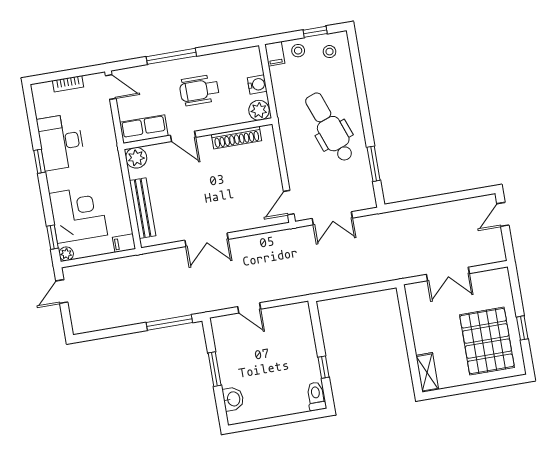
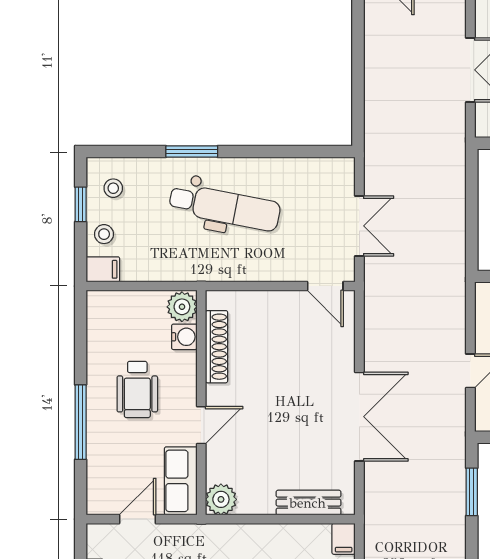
water cooler: (257, 84) -> (184, 337), moved, turned 90
door: (111, 87) -> (138, 519), moved
dental chair: (330, 127) -> (225, 207), turned -149
window: (374, 164) -> (192, 152), moved
bench: (143, 208) -> (308, 503), width x0.73
double door: (206, 240) -> (359, 417), width x1.37
window: (169, 322) -> (472, 492), width x0.69

